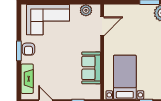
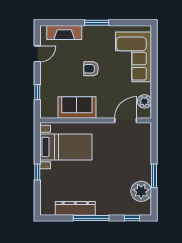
door: (102, 26) -> (126, 120), swing flipped
armchair: (28, 49) -> (91, 69), moved

